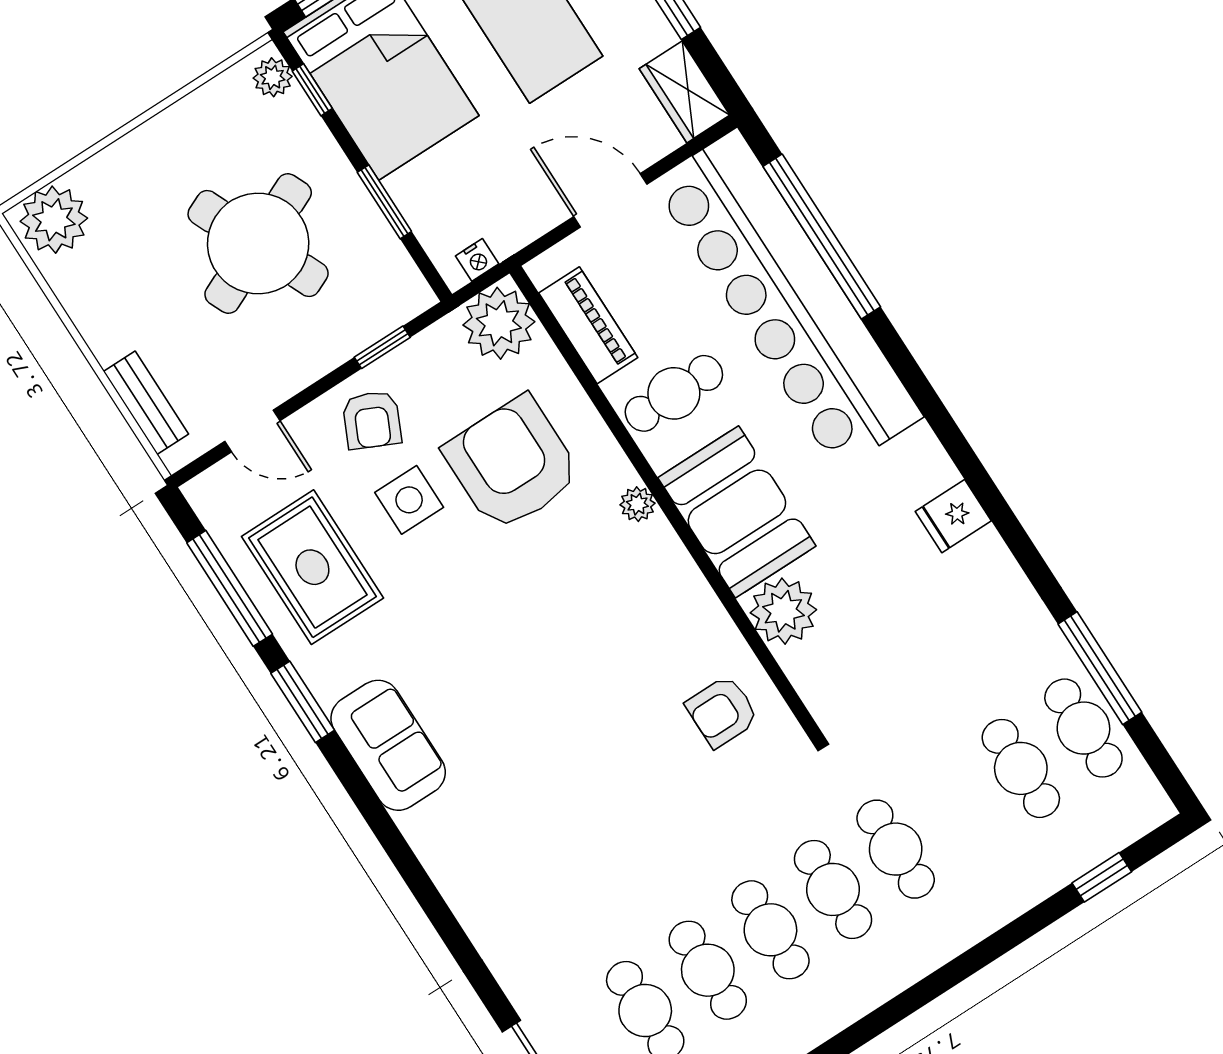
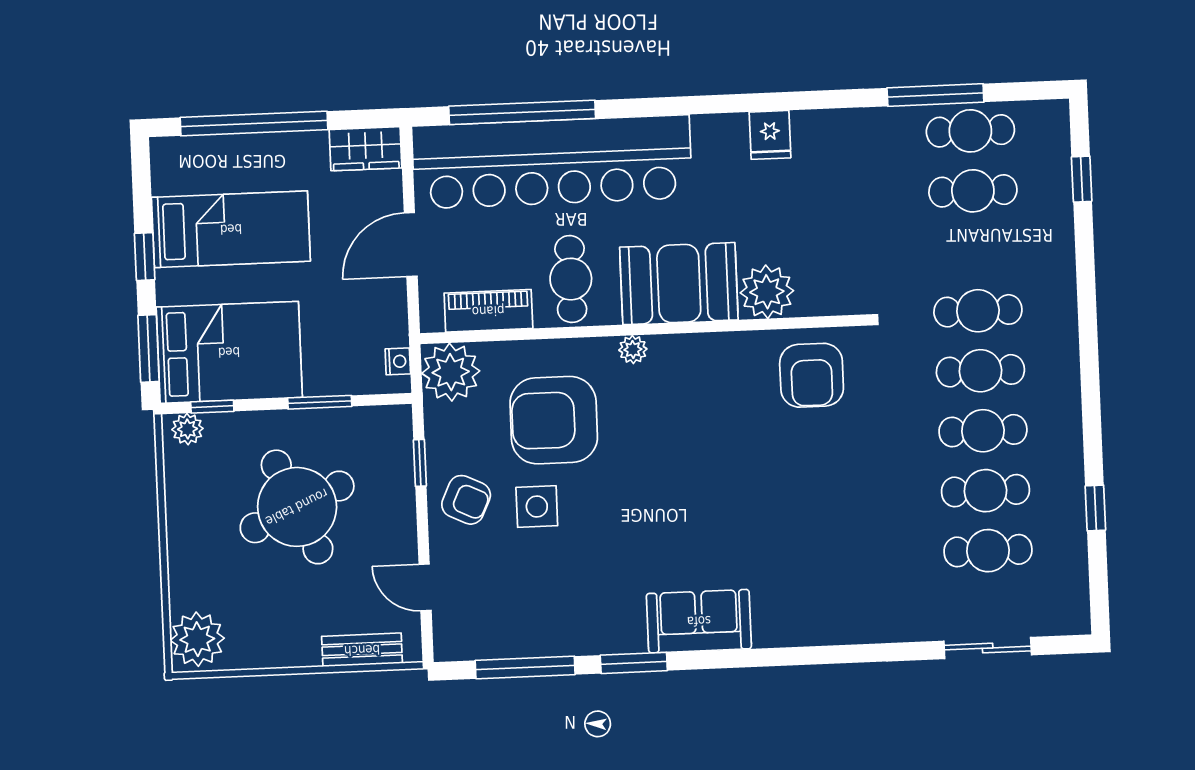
door: (252, 431) -> (425, 587), swing flipped
rug: (312, 567) -> (544, 601), removed
armchair: (722, 712) -> (812, 375), width x1.38, depth x1.38

